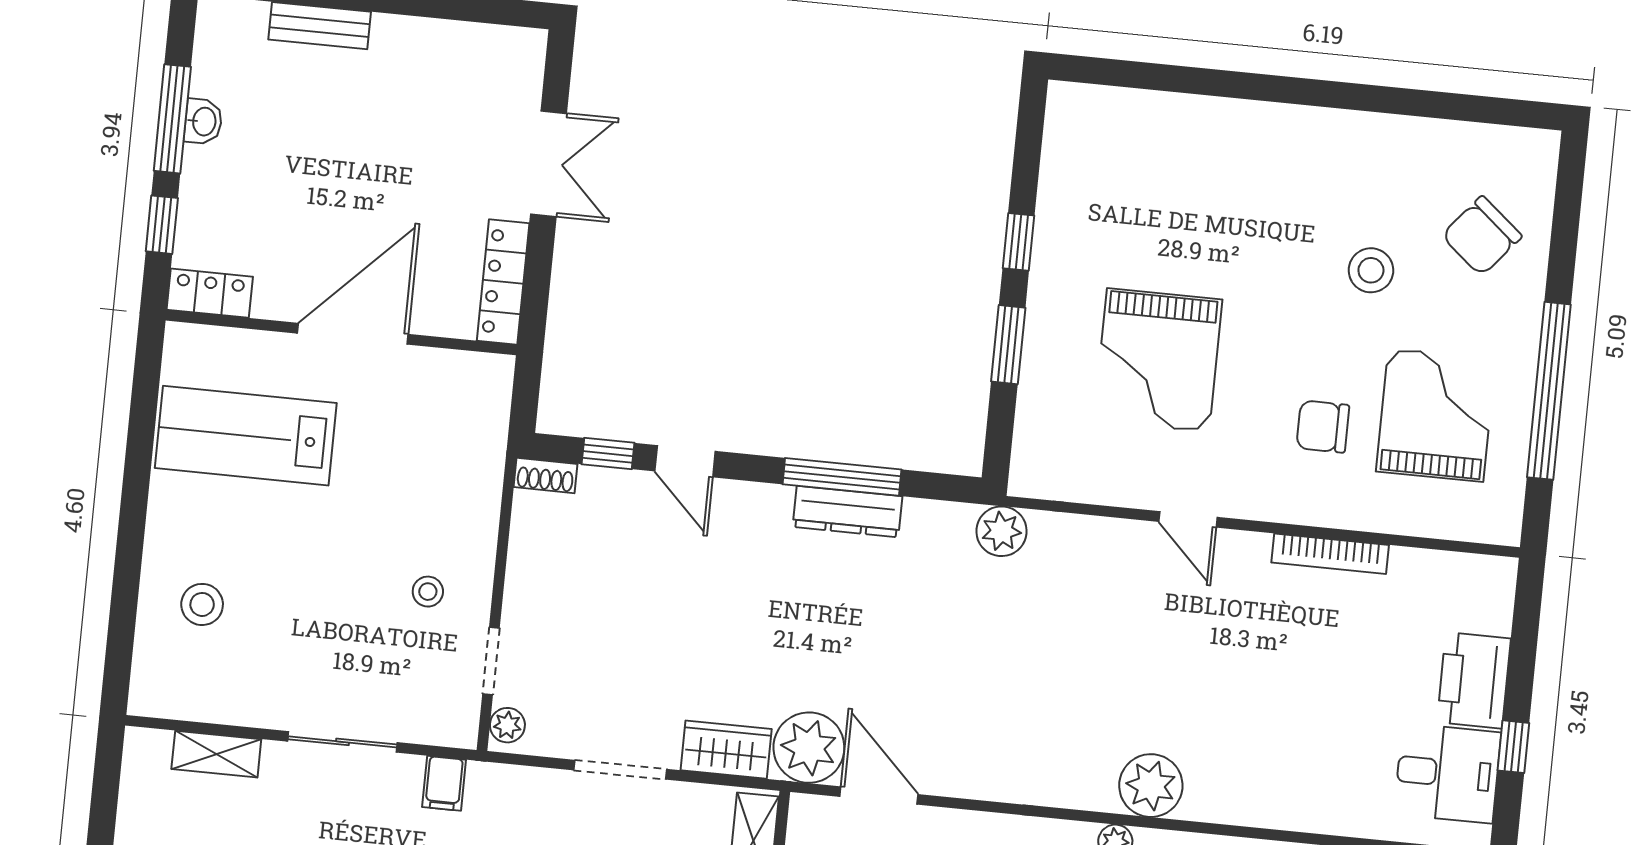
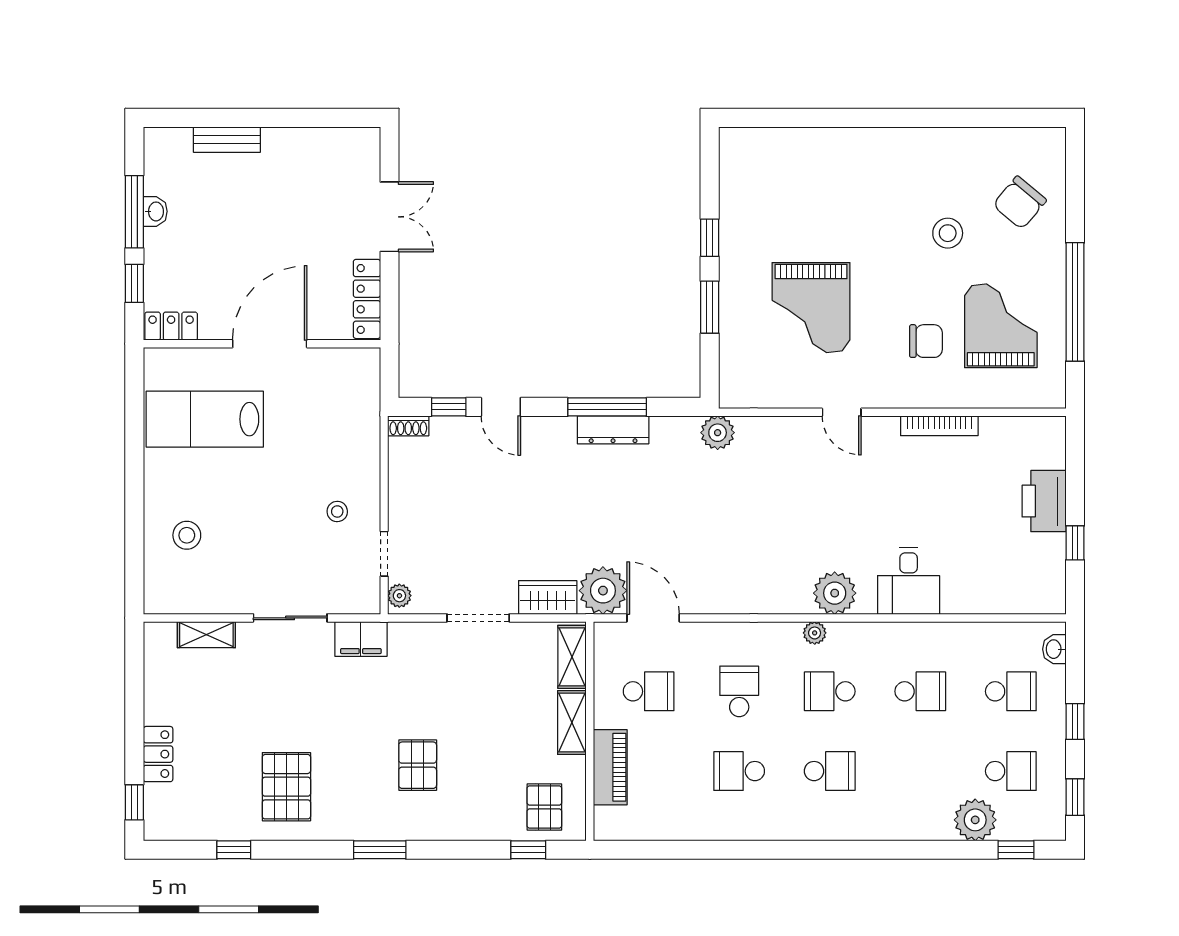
chair: (1323, 427) -> (926, 341), turned 180
desk: (1448, 773) -> (909, 581), moved, turned 90
filing cabinet: (444, 783) -> (361, 639), width x2.00

